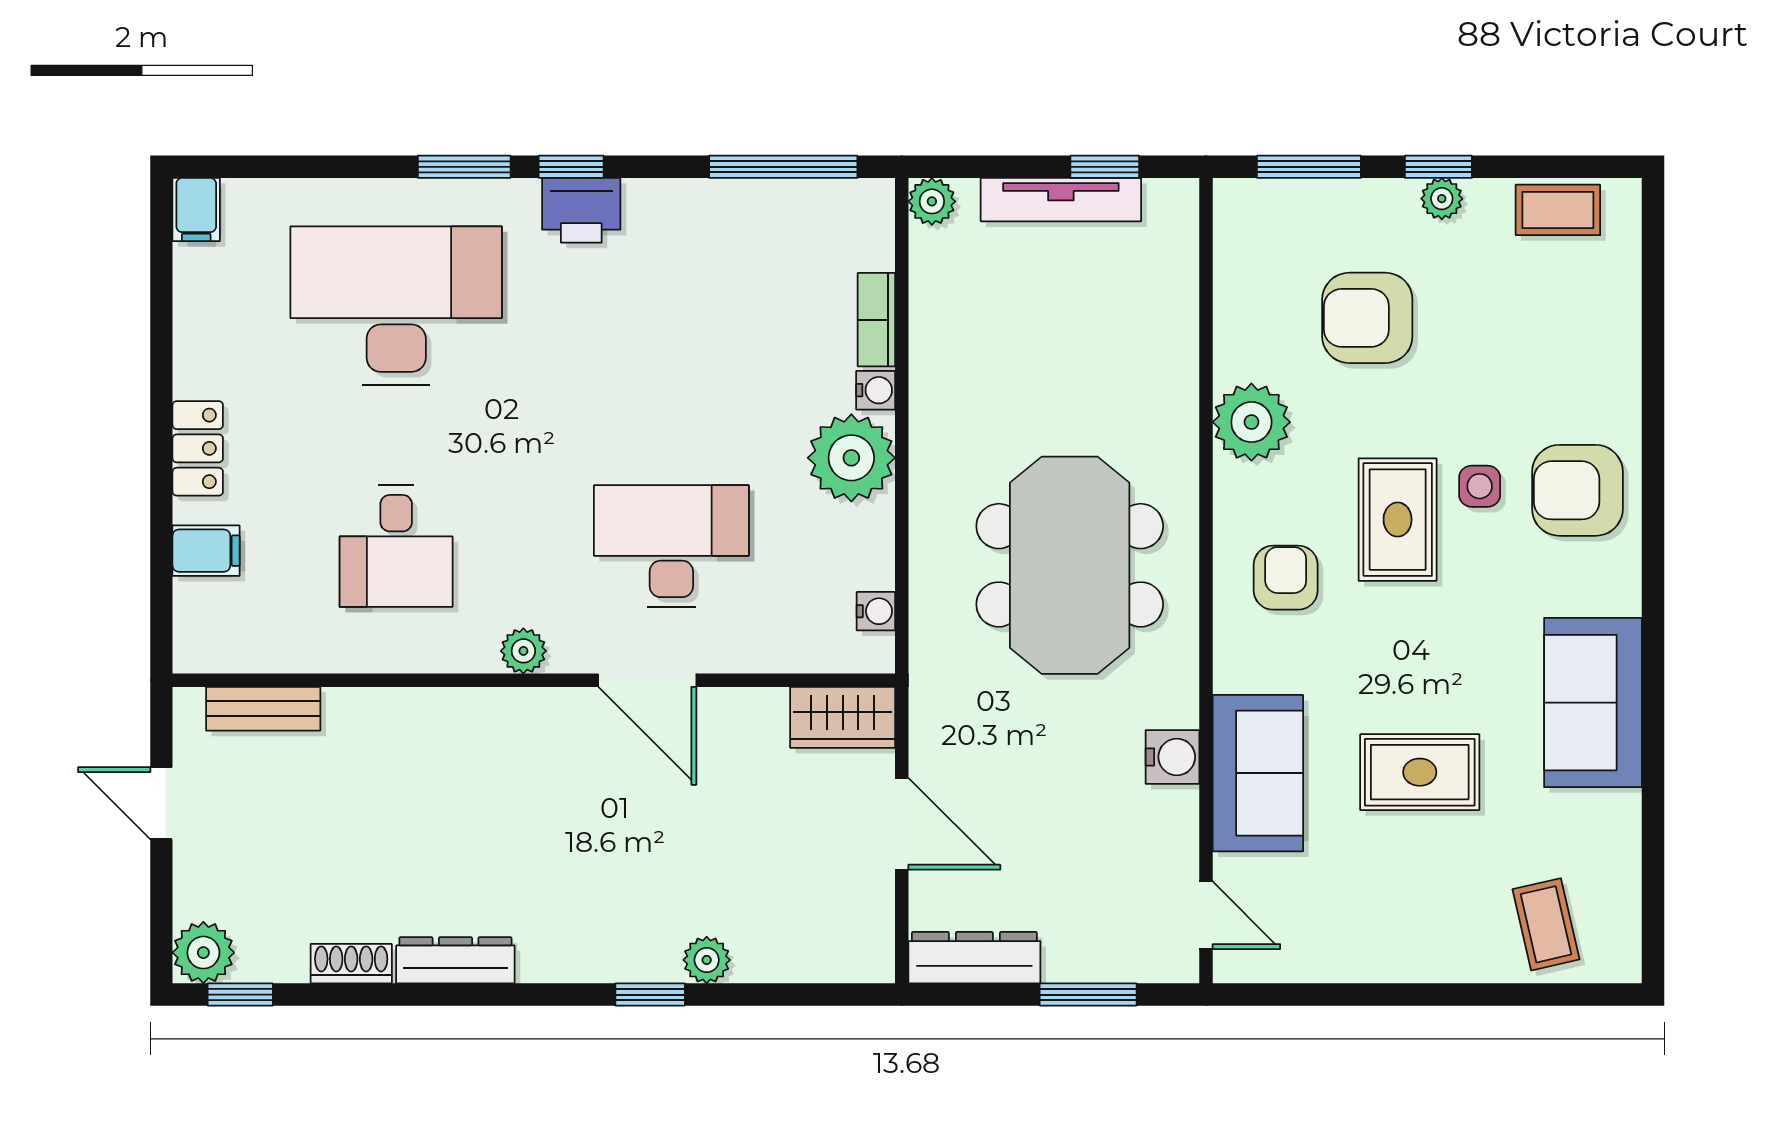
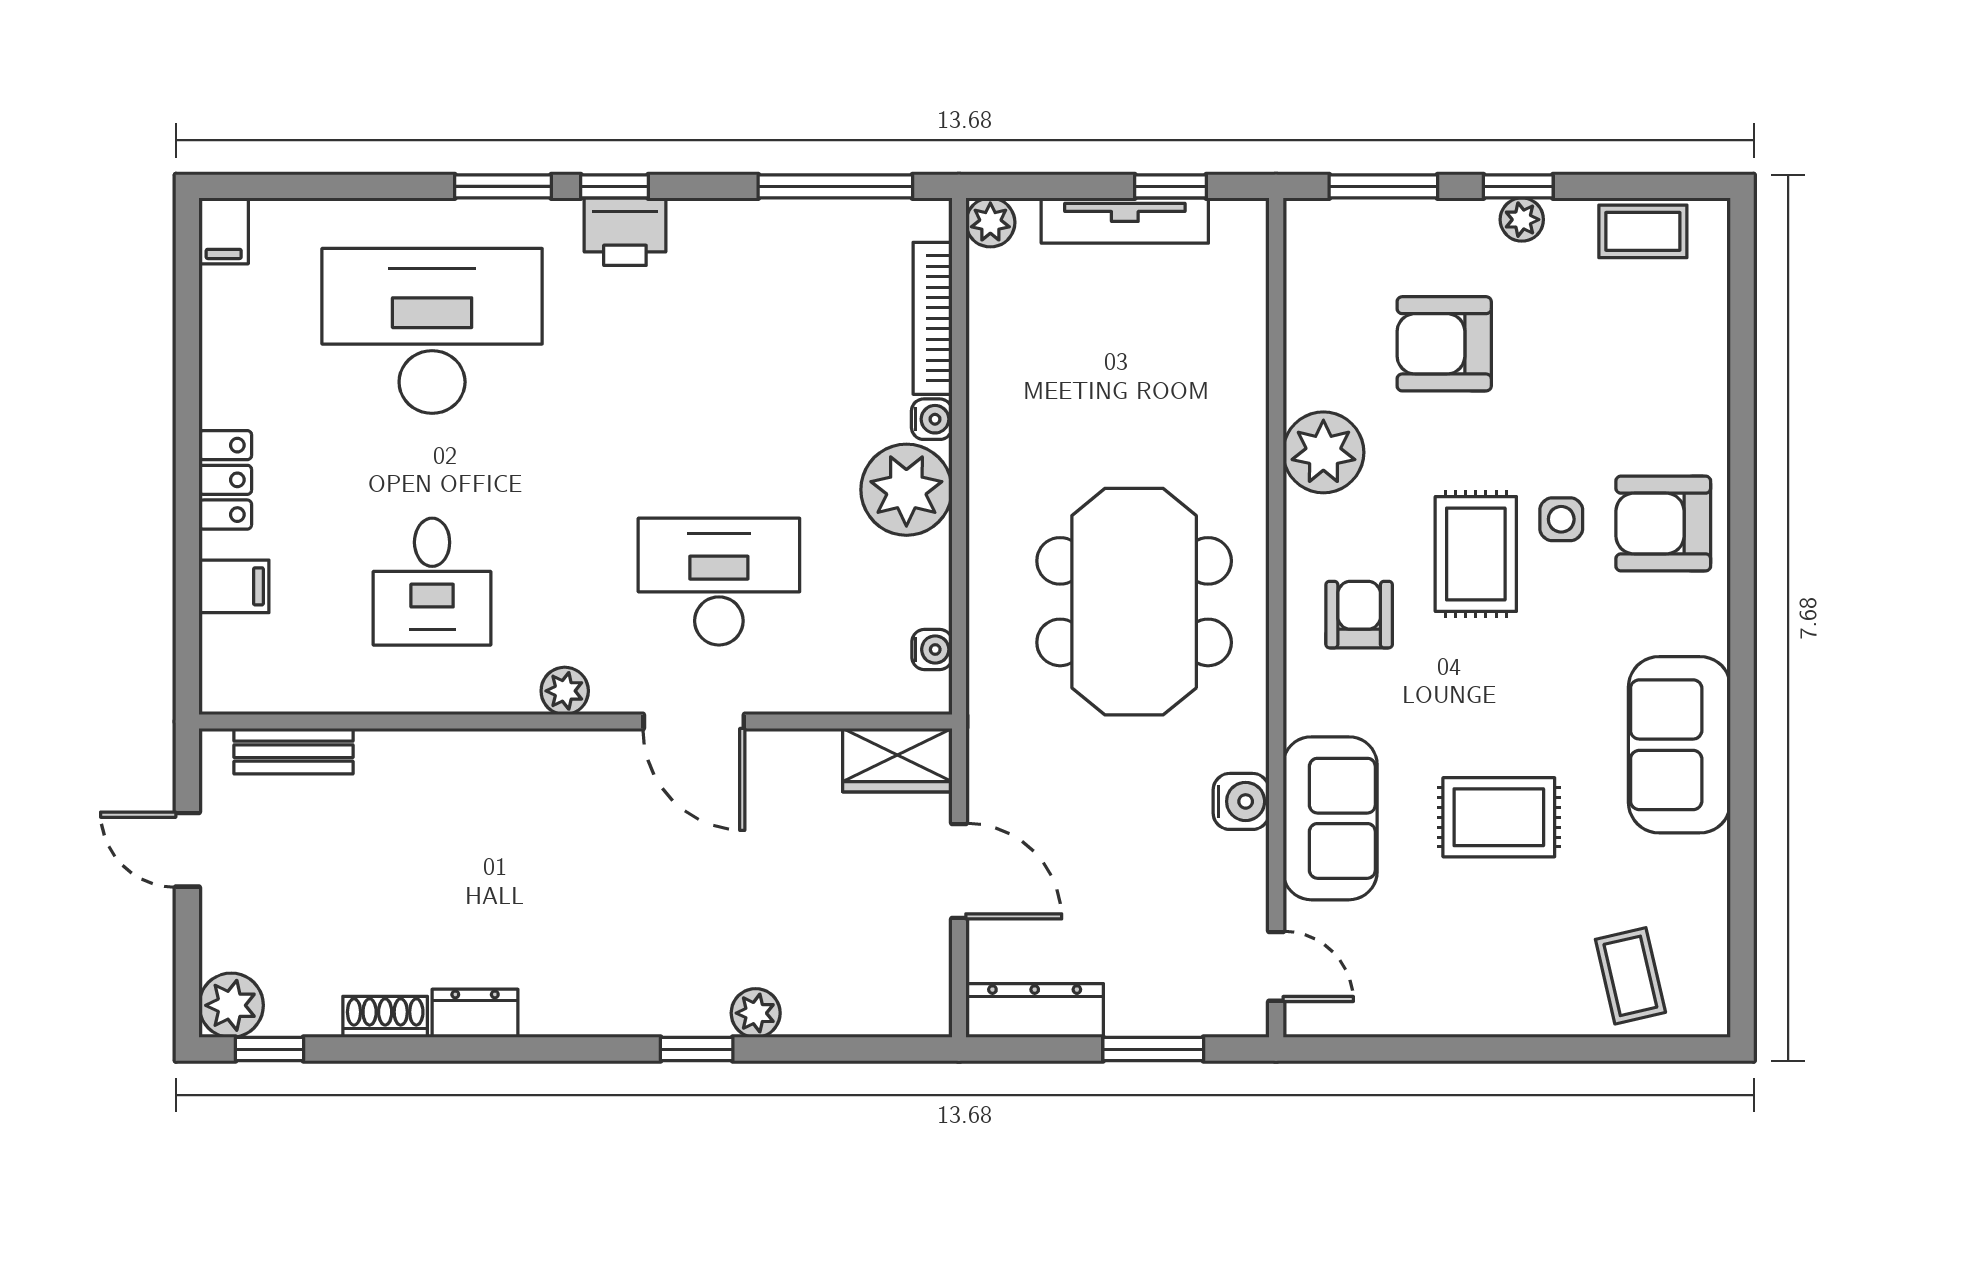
bookcase: (876, 320) -> (933, 318), width x1.56
dresser: (455, 960) -> (475, 1013), width x0.70

